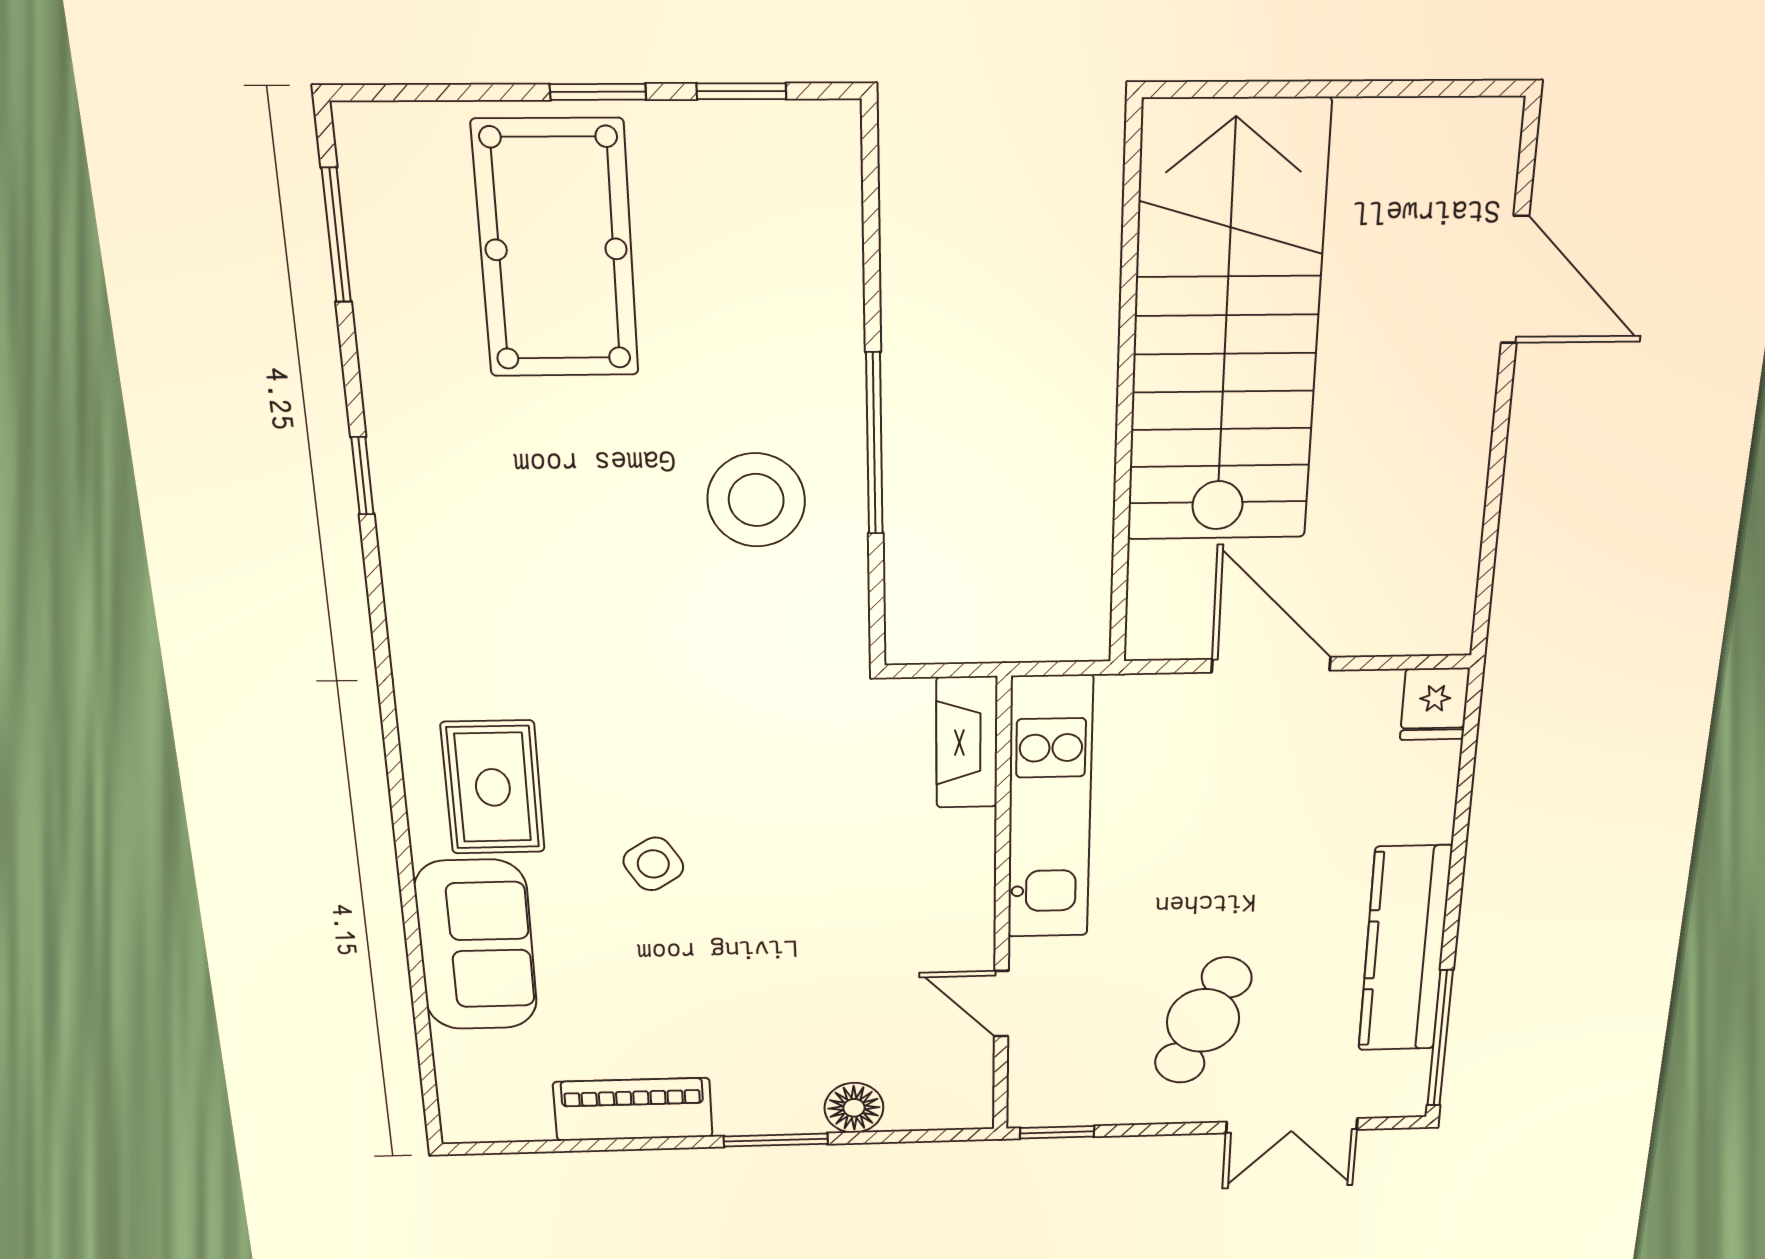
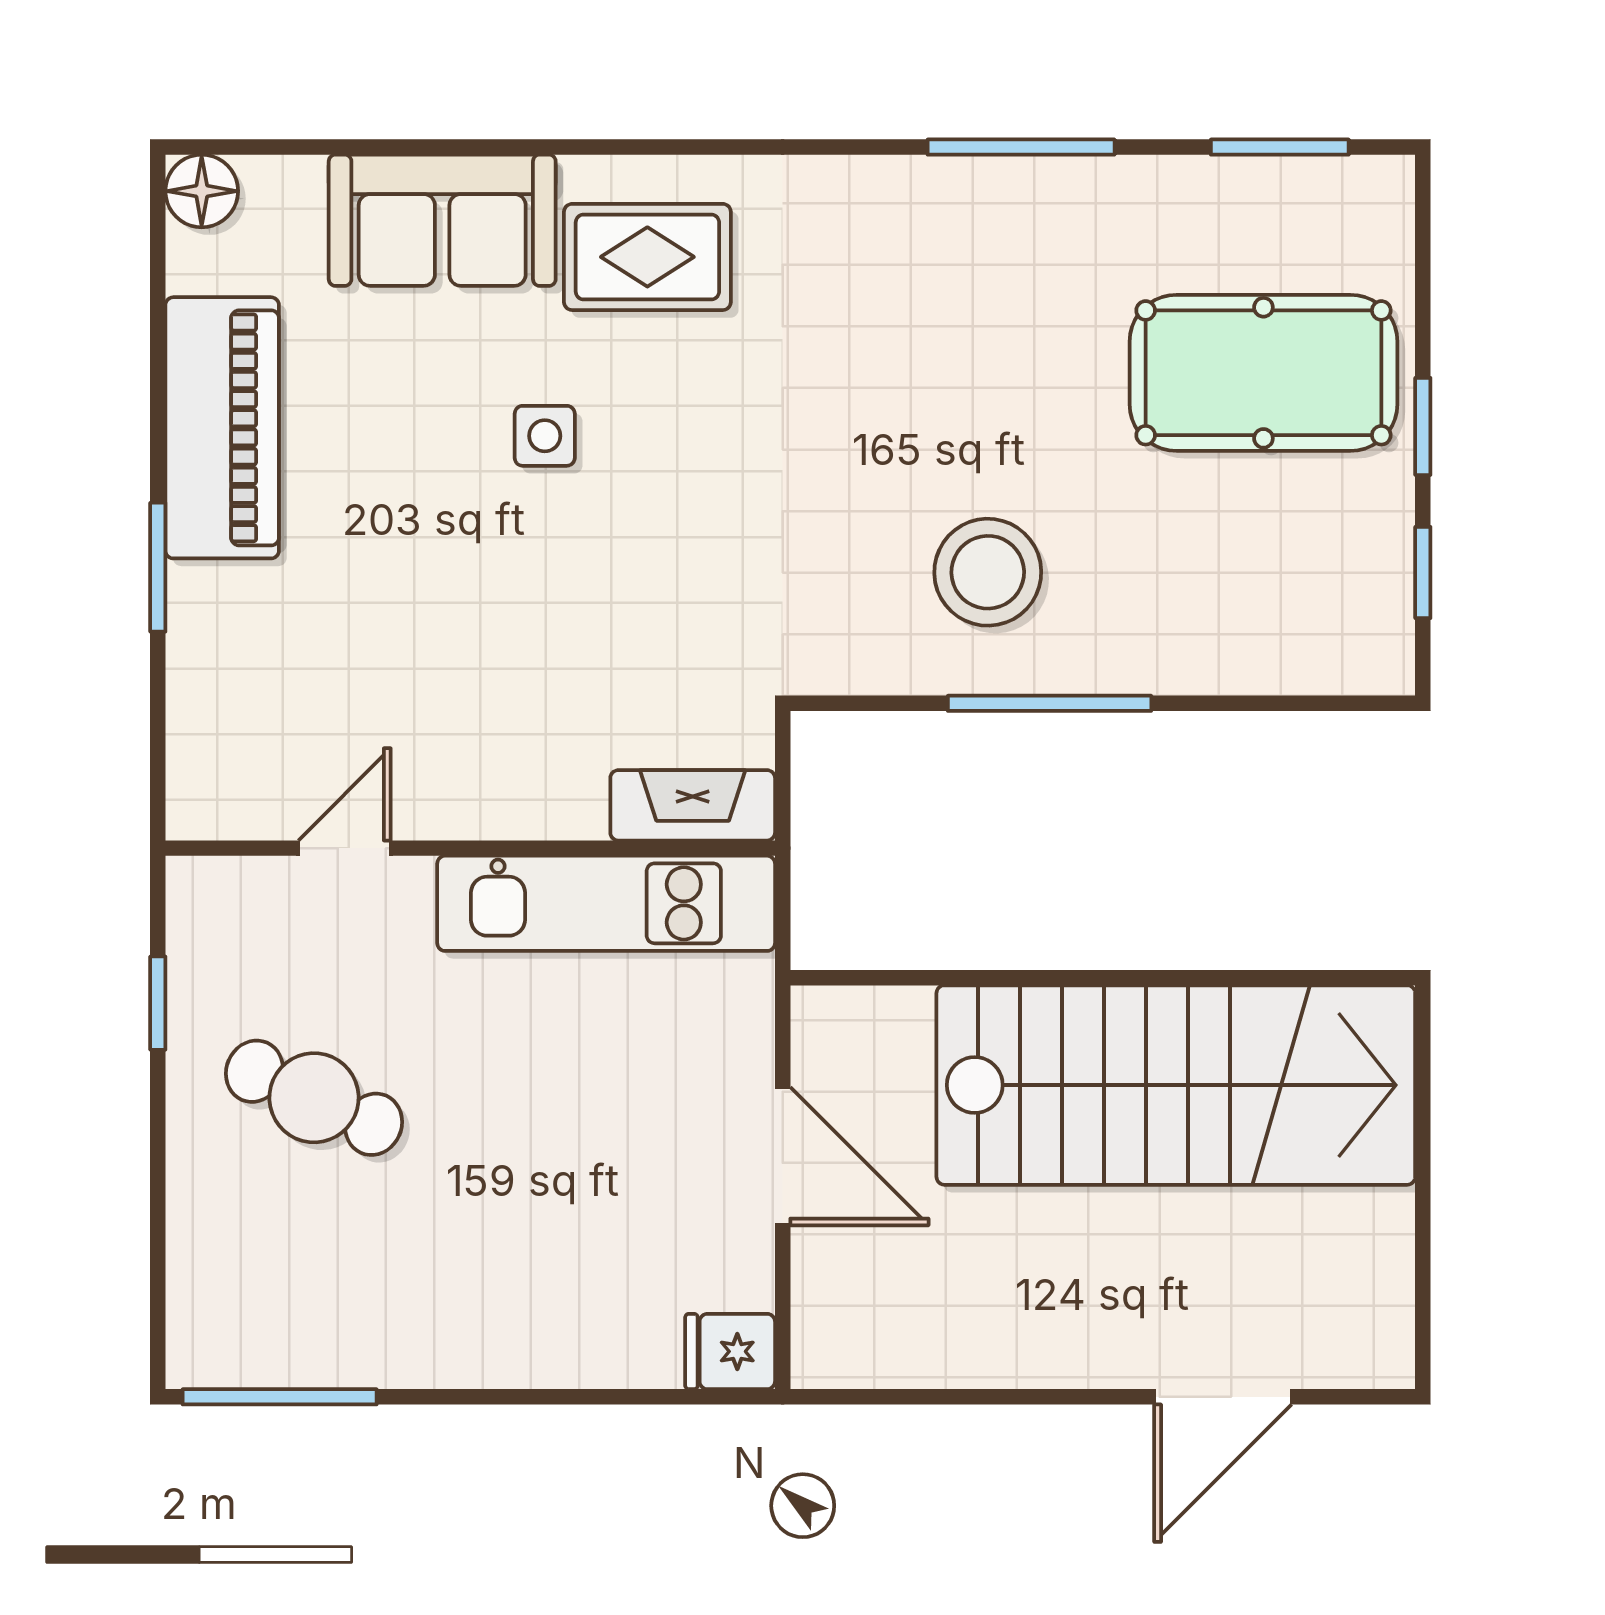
window: (363, 476) -> (1021, 147), width x2.17
door: (1271, 665) -> (783, 1156), hinge flipped
side table: (653, 864) -> (545, 436), turned 32
kitchen counter: (1405, 949) -> (407, 1342), removed
floor lamp: (854, 1108) -> (202, 191), moved
piano: (633, 1109) -> (222, 428), width x1.37, depth x1.33
double door: (1292, 1126) -> (158, 1218), removed
window: (1057, 1132) -> (158, 1003), moved

